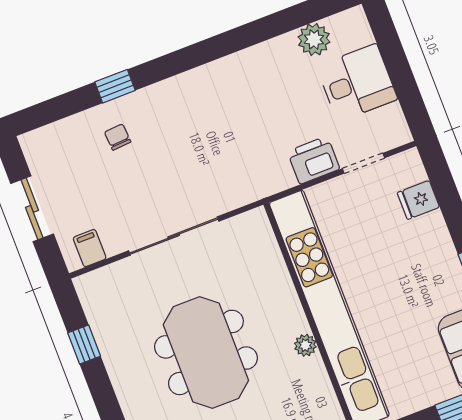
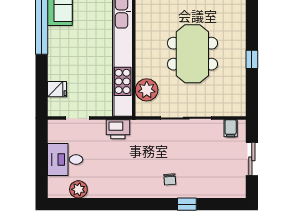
chair: (118, 137) -> (170, 179), moved
printer: (314, 160) -> (118, 129), moved
window: (84, 345) -> (252, 59), moved
plant: (305, 345) -> (147, 90), moved, width x1.88, depth x1.88

